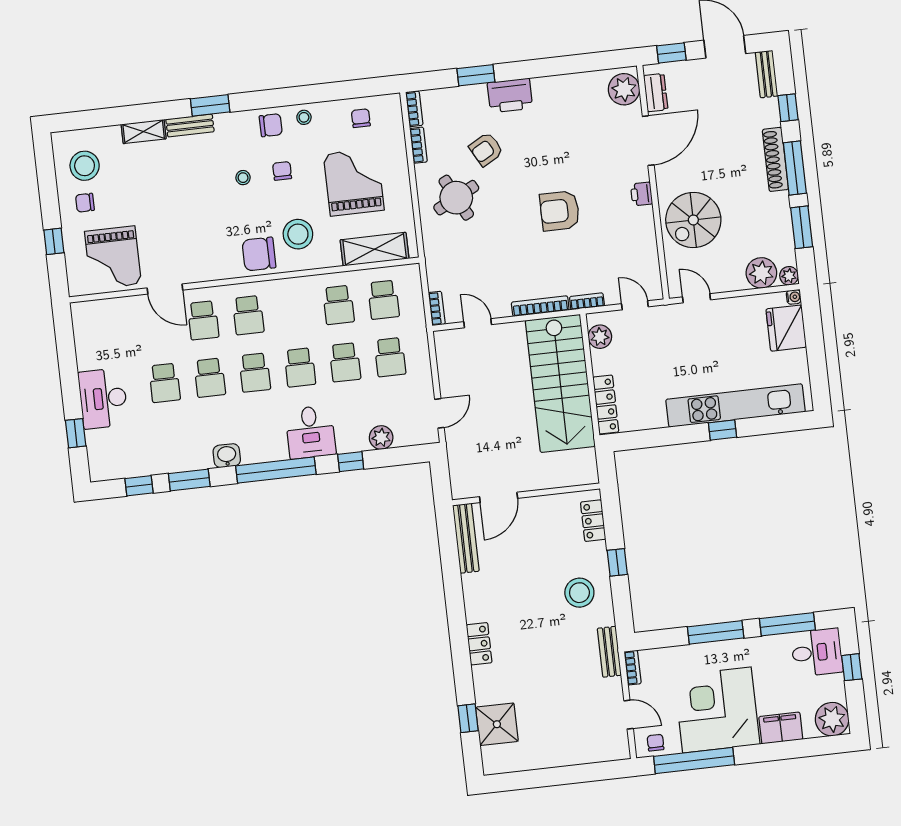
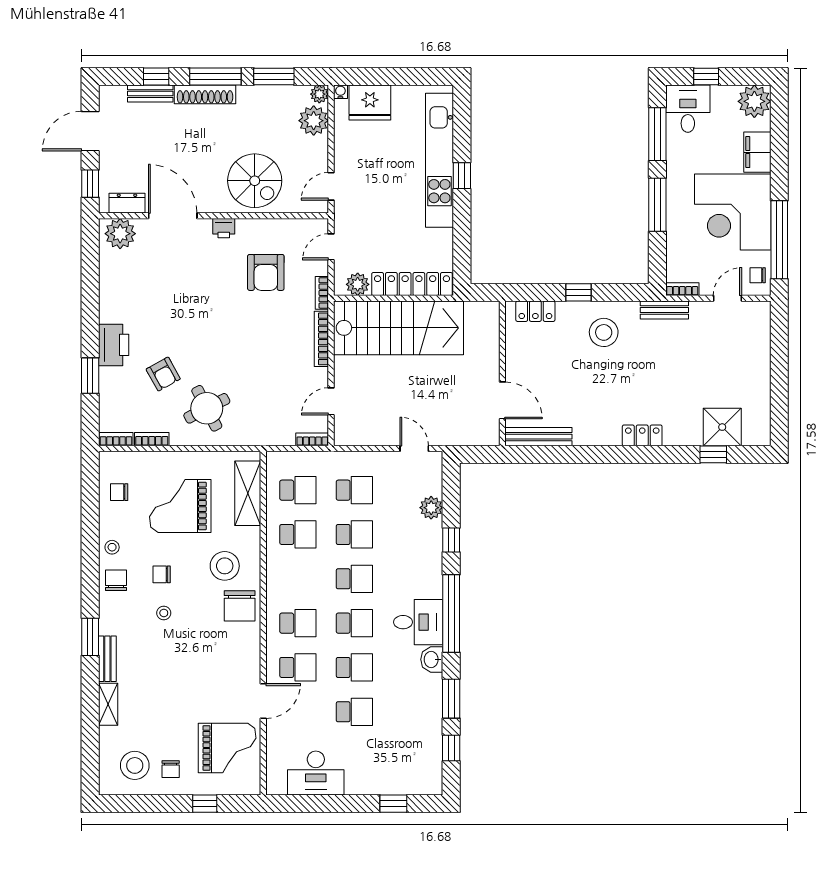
bench: (767, 74) -> (150, 94), moved
armchair: (560, 211) -> (266, 272), moved
desk: (103, 398) -> (316, 773), moved
locker: (606, 405) -> (412, 284), width x1.41, depth x1.21
desk: (310, 432) -> (418, 622), moved

